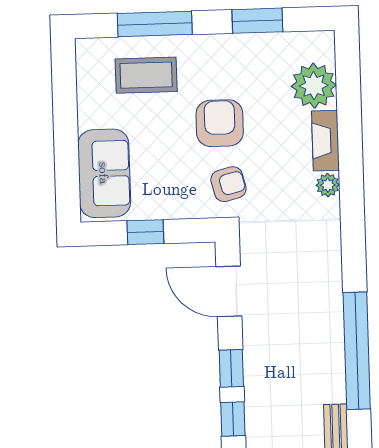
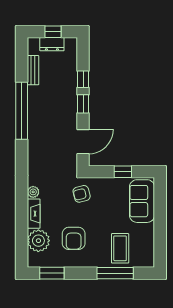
window: (257, 21) -> (52, 273), moved
coffee table: (146, 75) -> (120, 248), turned 90
armchair: (220, 123) -> (74, 238), moved
door: (229, 291) -> (83, 142), hinge flipped

